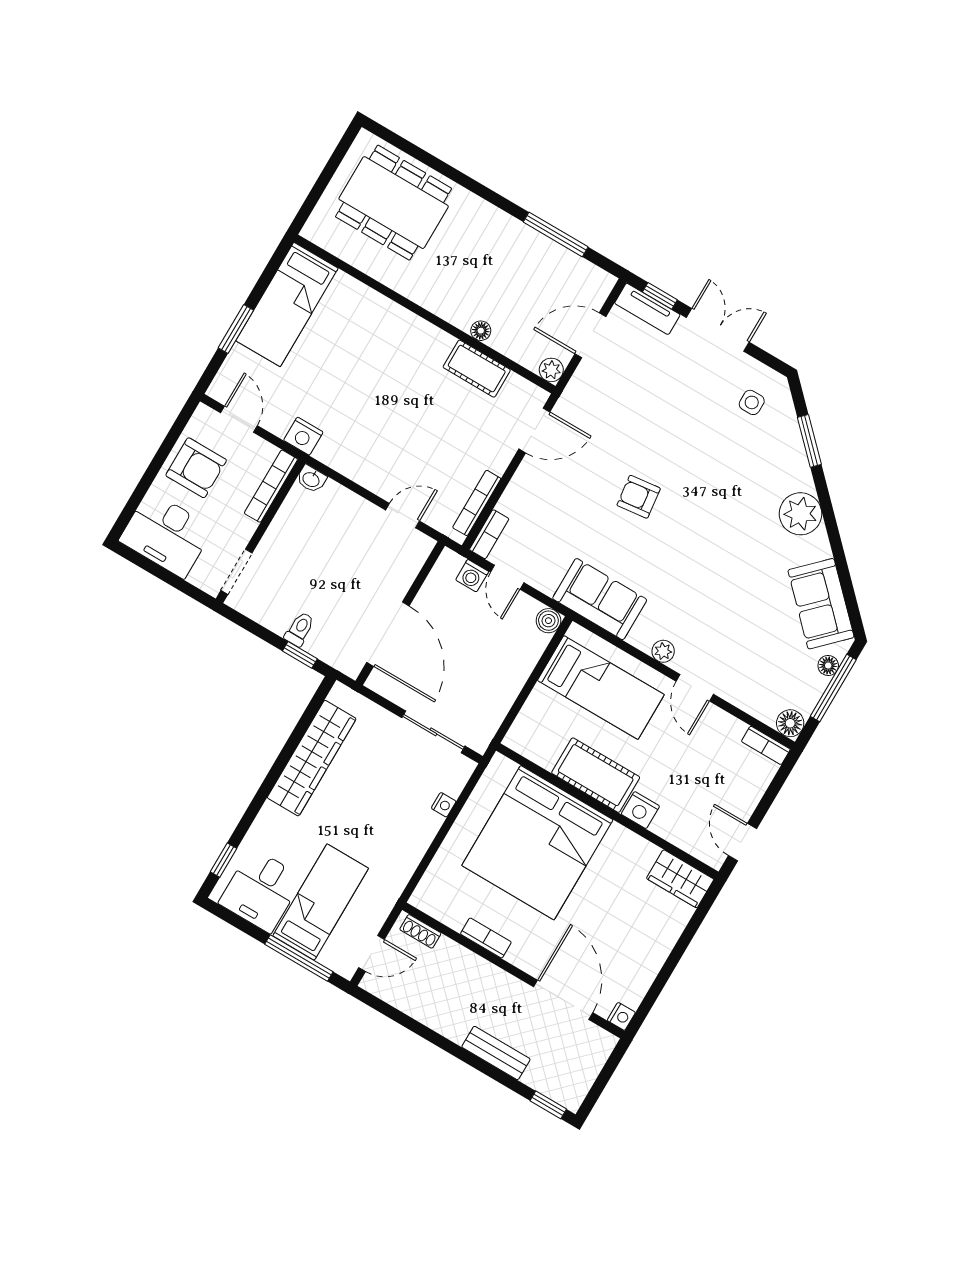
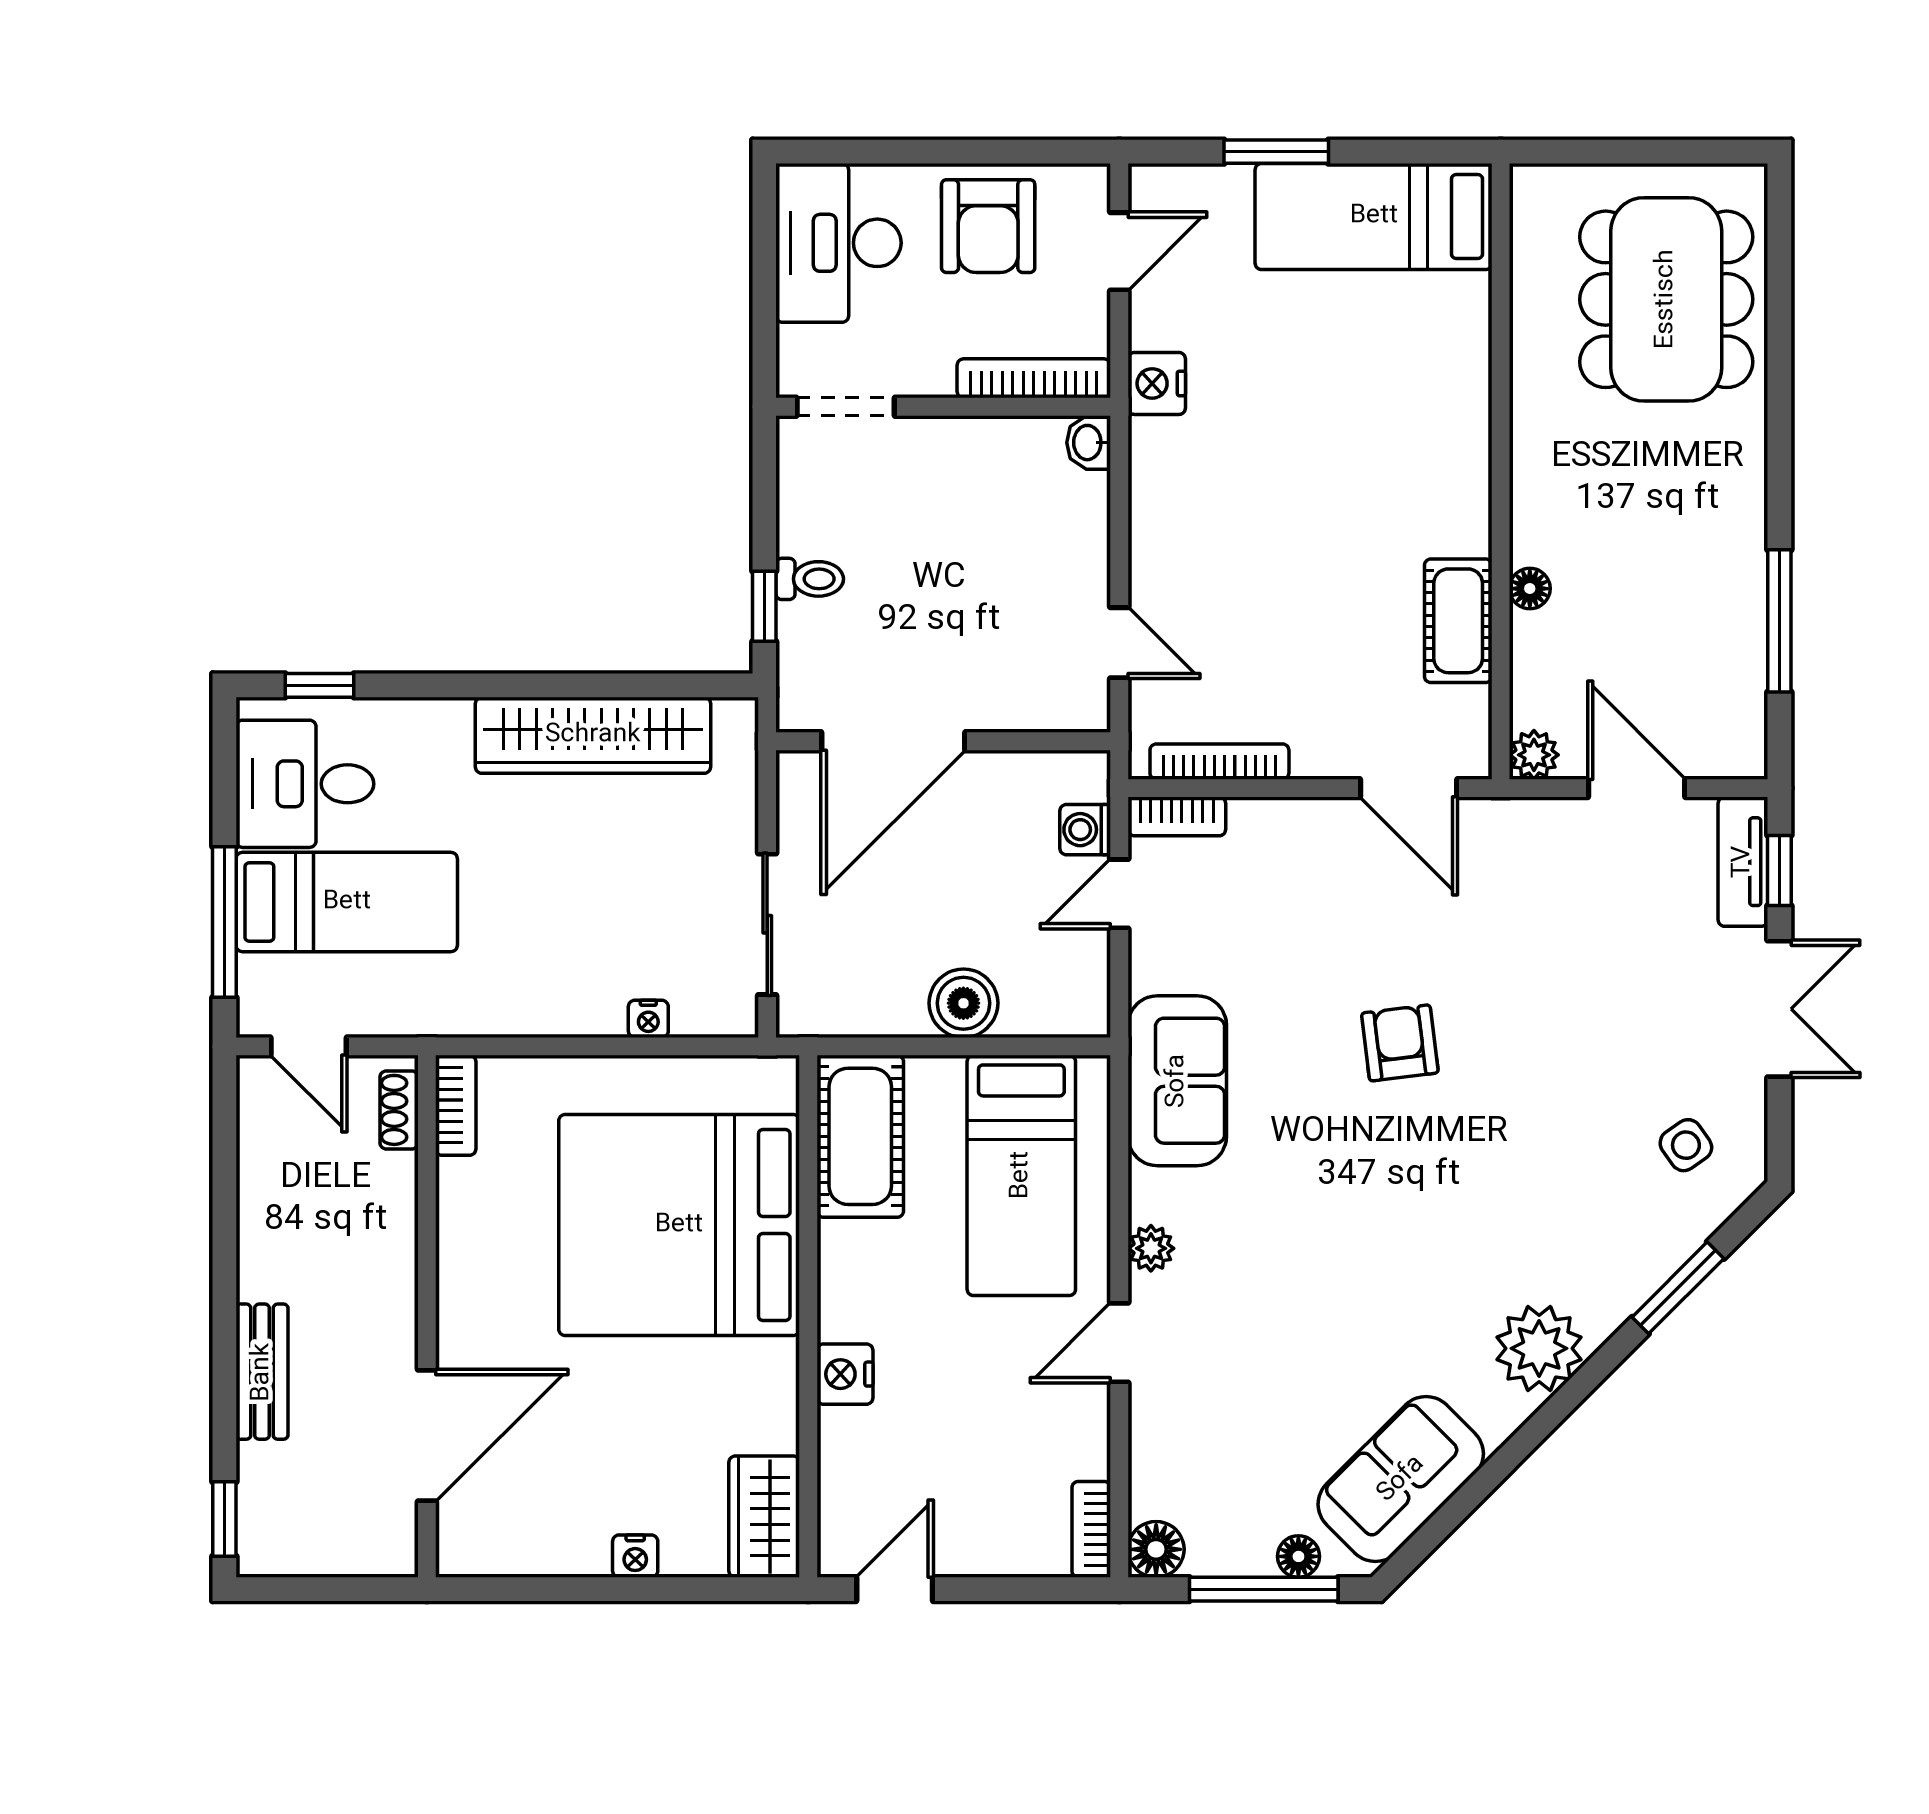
side table: (752, 402) -> (1686, 1145), turned -35
boiler: (548, 621) -> (963, 1003), moved, width x1.36, depth x1.36
cot: (596, 775) -> (860, 1136), moved
bookcase: (486, 938) -> (456, 1105), moved
nightstand: (621, 1016) -> (635, 1556), moved

